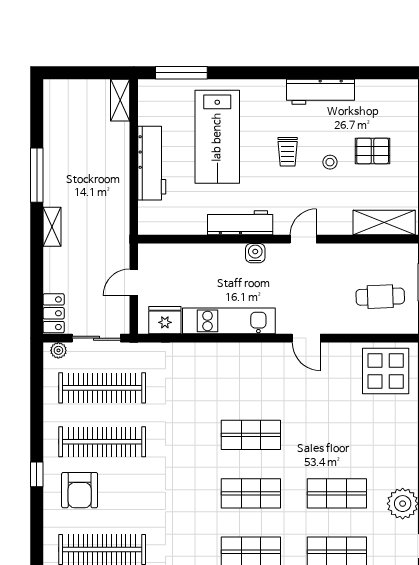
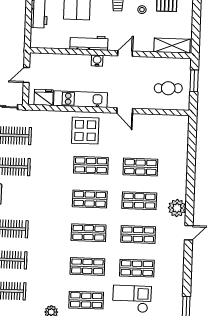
display table: (386, 371) -> (85, 131), moved
shop shelf: (337, 435) -> (140, 167), added

